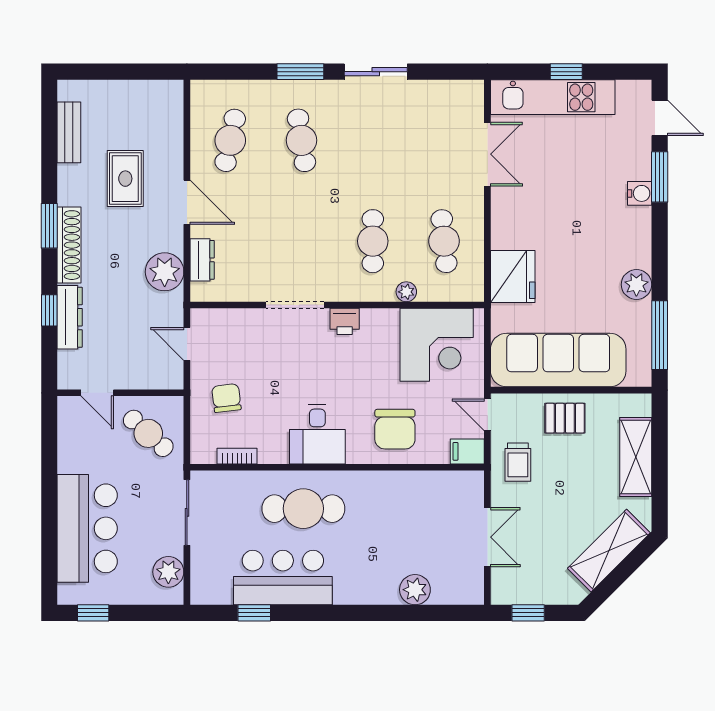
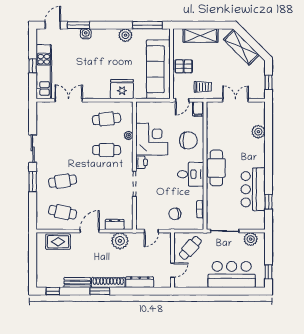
bench: (69, 132) -> (77, 282), moved
rug: (125, 179) -> (58, 242), moved
window: (49, 310) -> (53, 291), moved
corner desk: (437, 345) -> (152, 139), moved
pallet: (565, 418) -> (184, 66), turned 90
cafe table: (303, 509) -> (216, 168), moved

